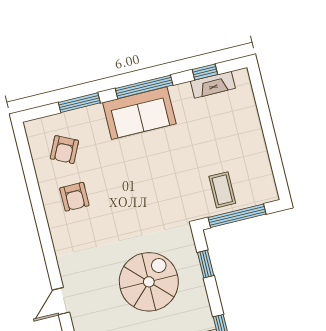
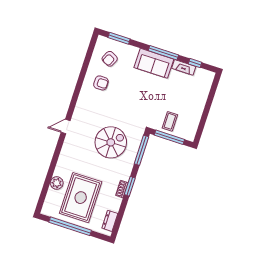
fireplace: (213, 85) -> (184, 67), moved
window: (79, 103) -> (119, 38), moved
armchair: (74, 197) -> (101, 83), turned -90
window: (206, 264) -> (142, 150), width x2.17

